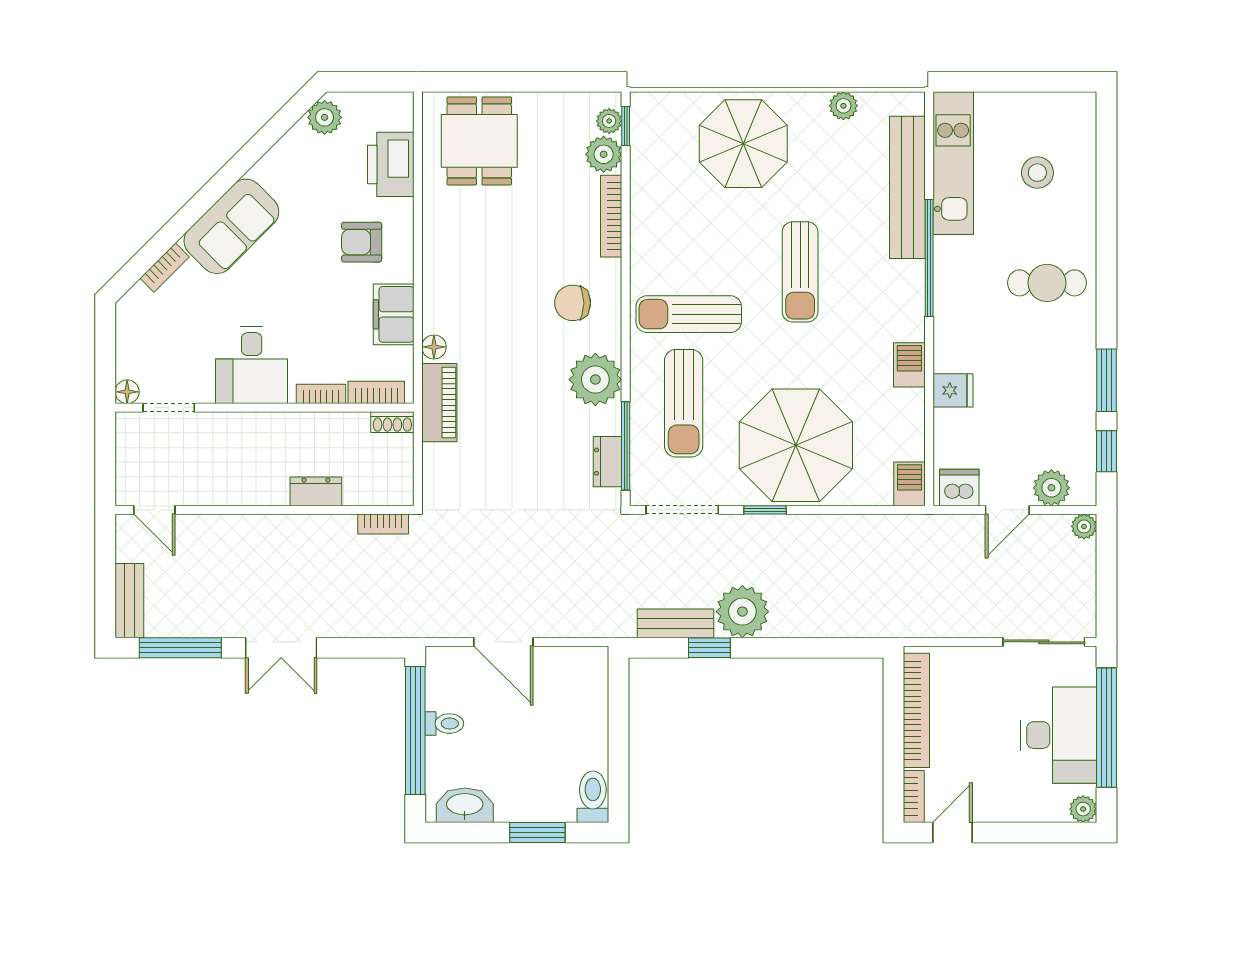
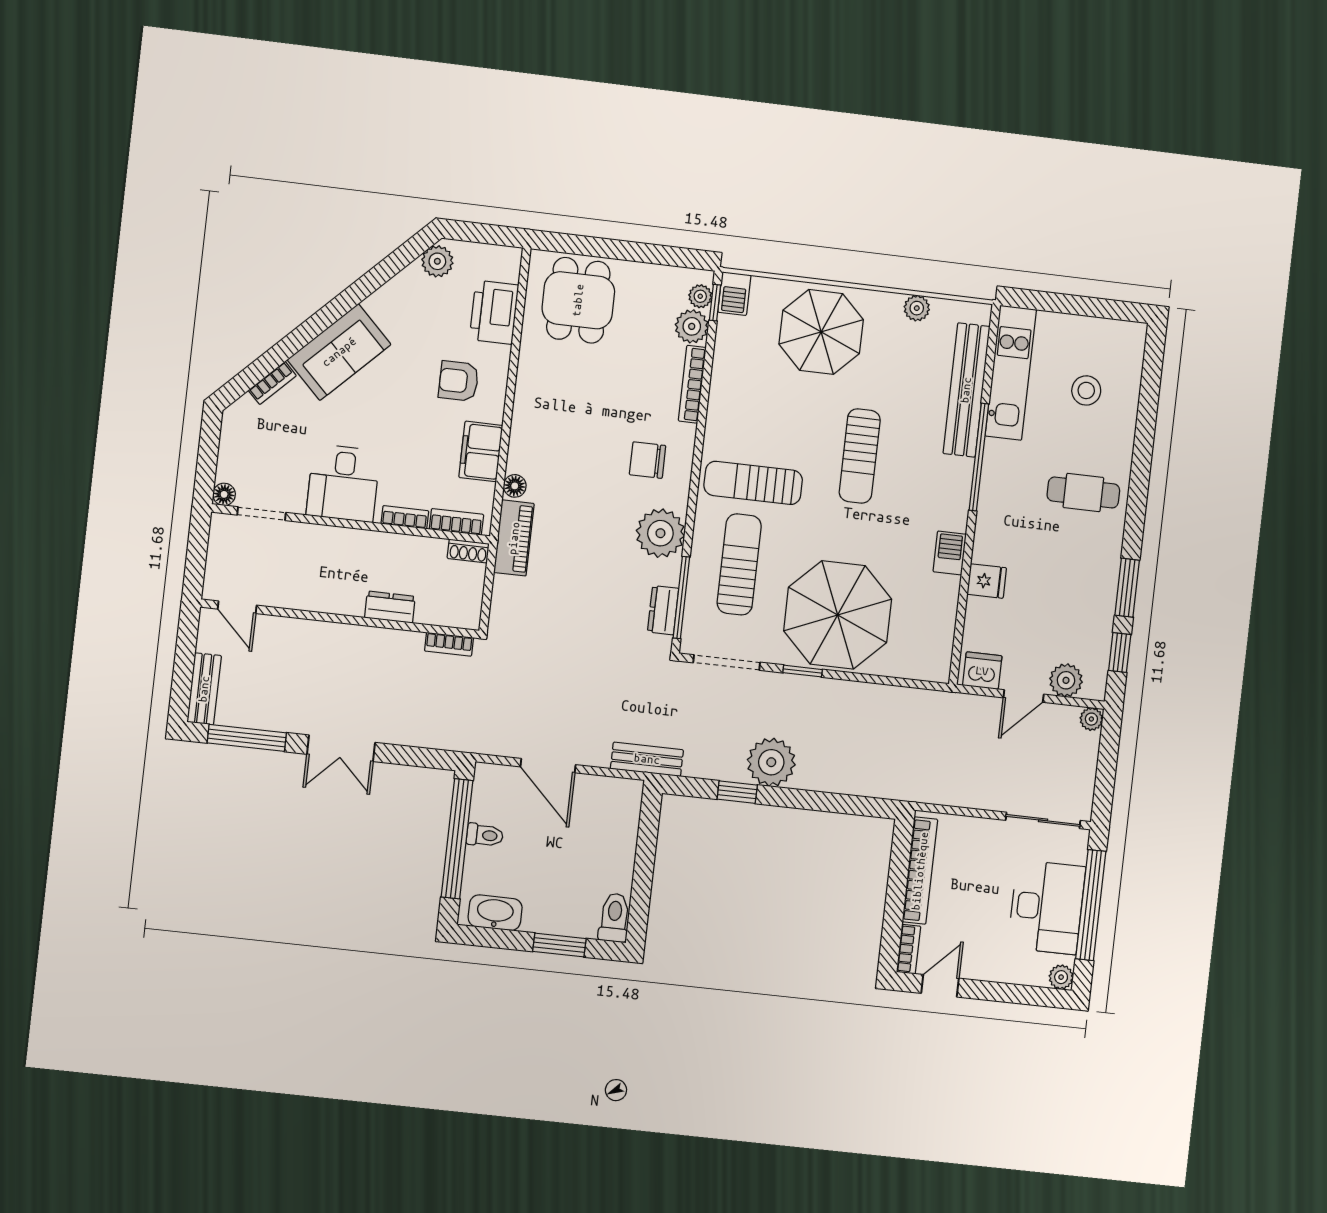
sun lounger: (684, 403) -> (739, 564), turned 180
barbecue: (909, 484) -> (734, 294), moved, turned 180
bench: (675, 623) -> (647, 759), moved

